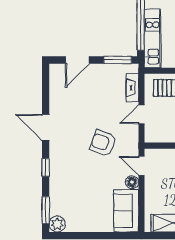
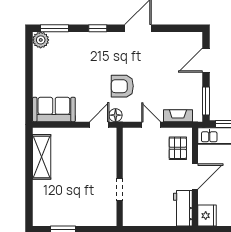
door: (77, 60) -> (206, 60), hinge flipped
armchair: (103, 143) -> (122, 86), turned -110
floor lamp: (132, 182) -> (116, 115), moved

